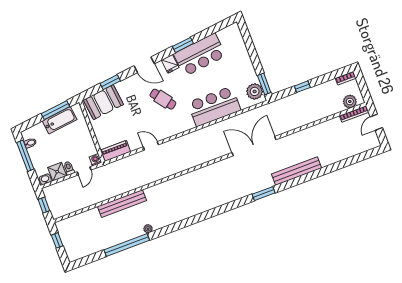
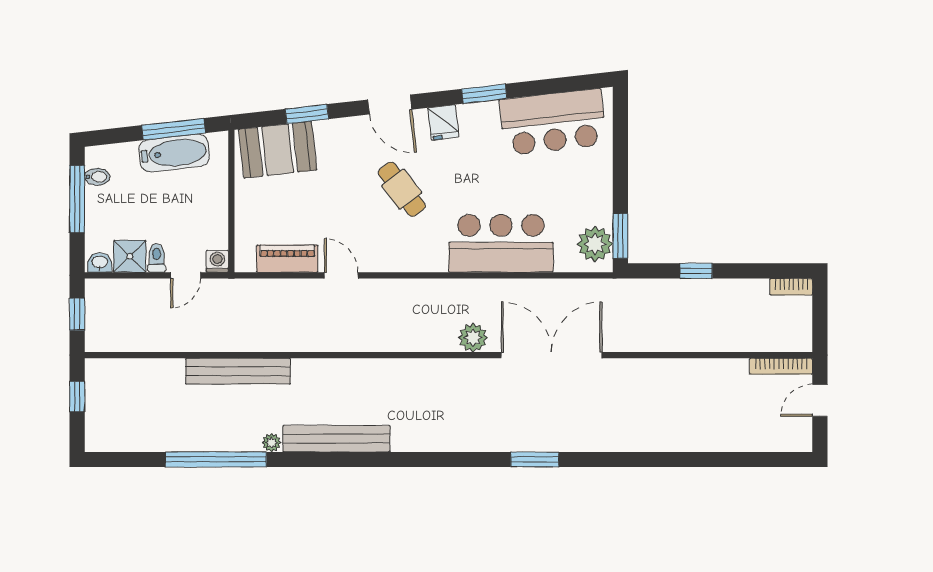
bar counter: (200, 55) -> (553, 122), moved
plant: (350, 102) -> (473, 338), moved
piano: (115, 151) -> (287, 259), moved
bench: (296, 171) -> (336, 439), moved

